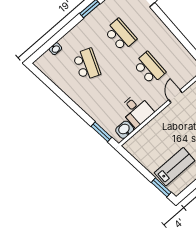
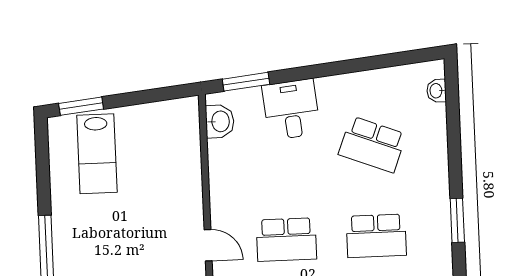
washbasin: (55, 49) -> (436, 91), moved
desk: (136, 110) -> (291, 109), moved, turned 84

